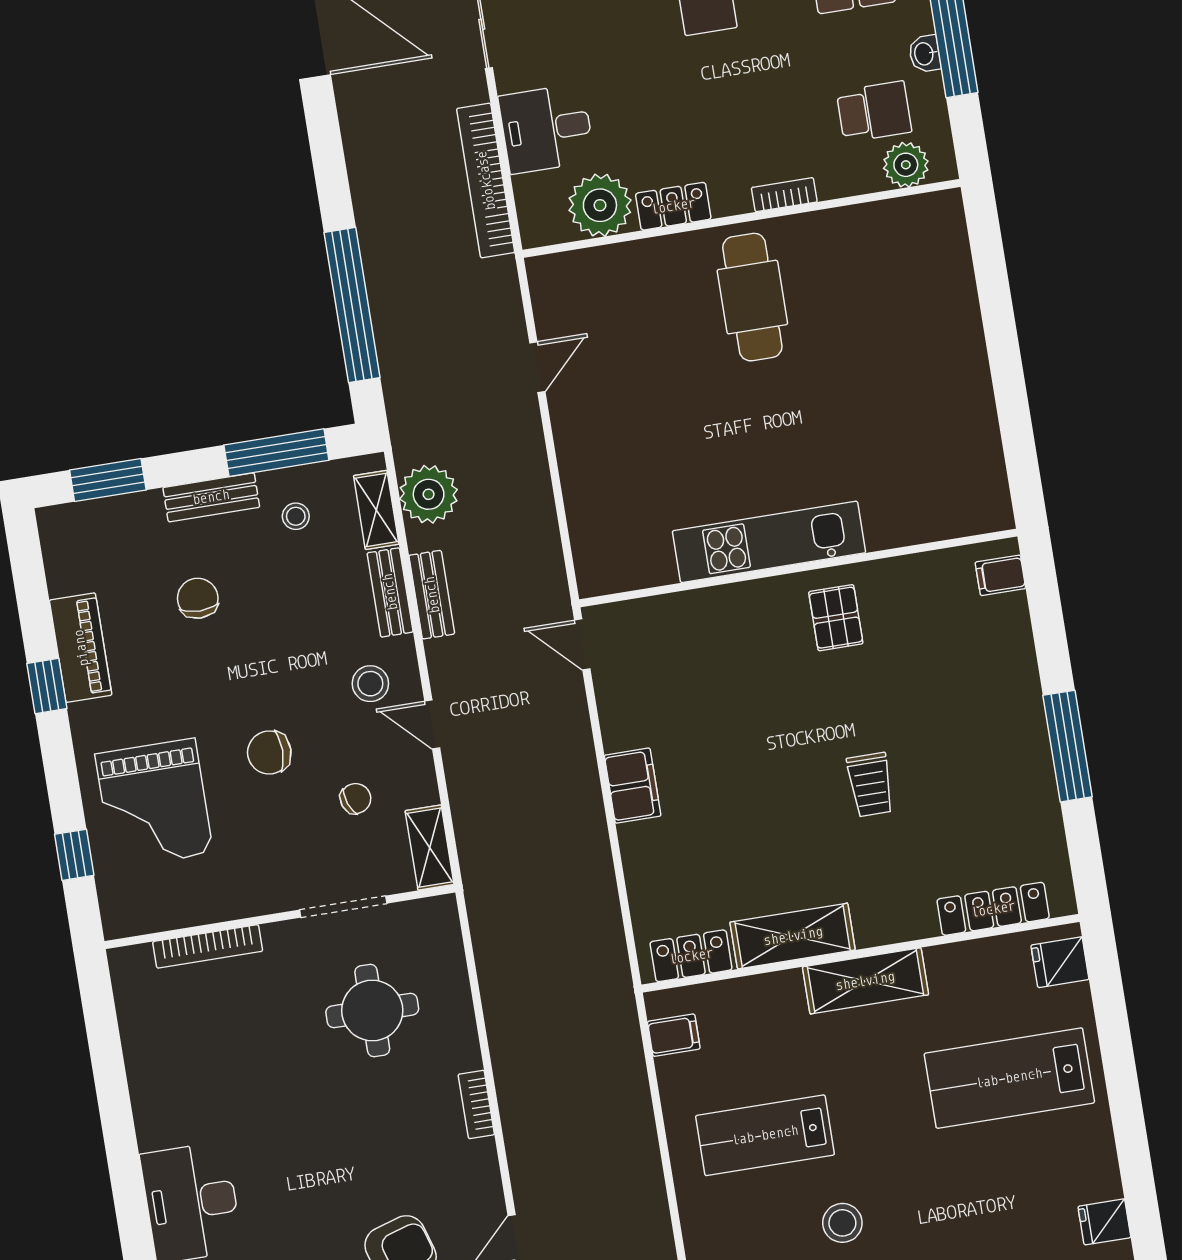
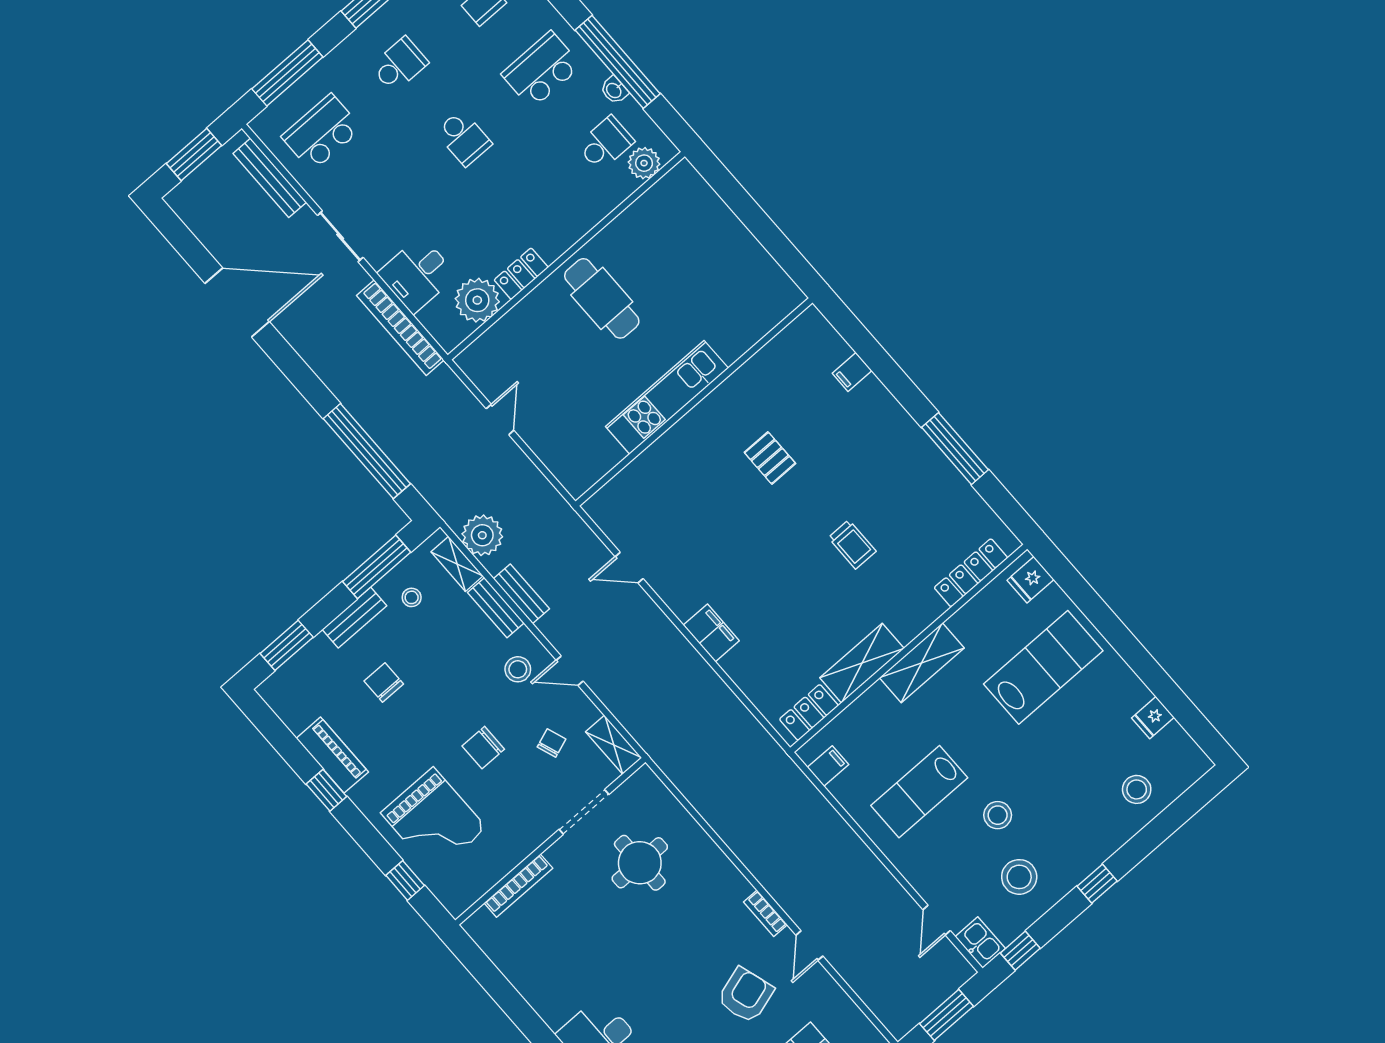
bookcase: (784, 195) -> (583, 226), removed
kitchen unit: (769, 542) -> (667, 397), moved
wall: (798, 568) -> (694, 402), moved
lab bench: (1009, 1078) -> (1043, 667), turned 180
bookcase: (476, 1104) -> (765, 913), moved

